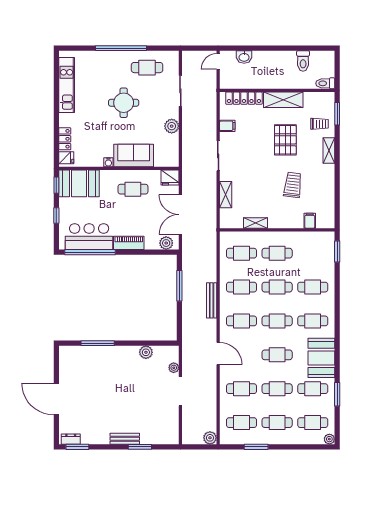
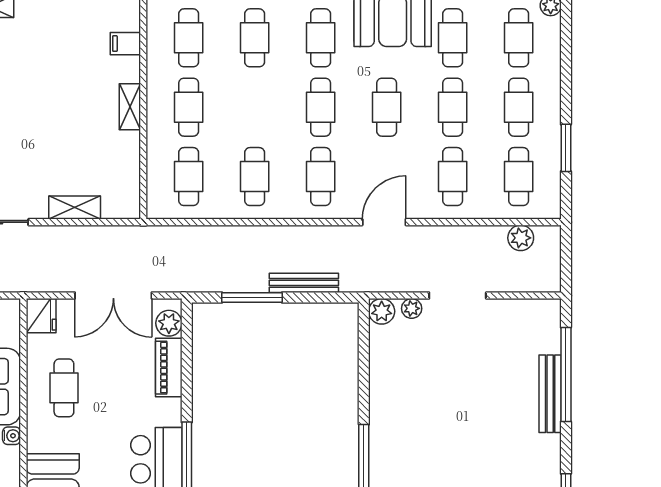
trolley: (293, 185) -> (56, 77), removed
shelving: (255, 223) -> (130, 107), moved
piano: (129, 243) -> (169, 368), moved
cafe table: (277, 287) -> (189, 38), moved
bench: (212, 300) -> (304, 283), moved
plant: (146, 352) -> (382, 311), moved
plant: (210, 438) -> (521, 238), moved
bench: (125, 439) -> (550, 394), width x1.36
window: (140, 447) -> (566, 374), width x2.11

